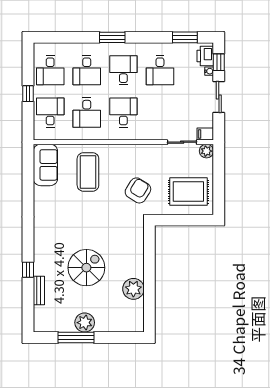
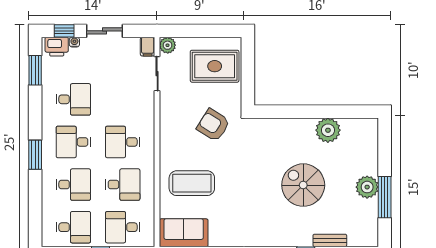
rug: (188, 192) -> (215, 66), turned 90

